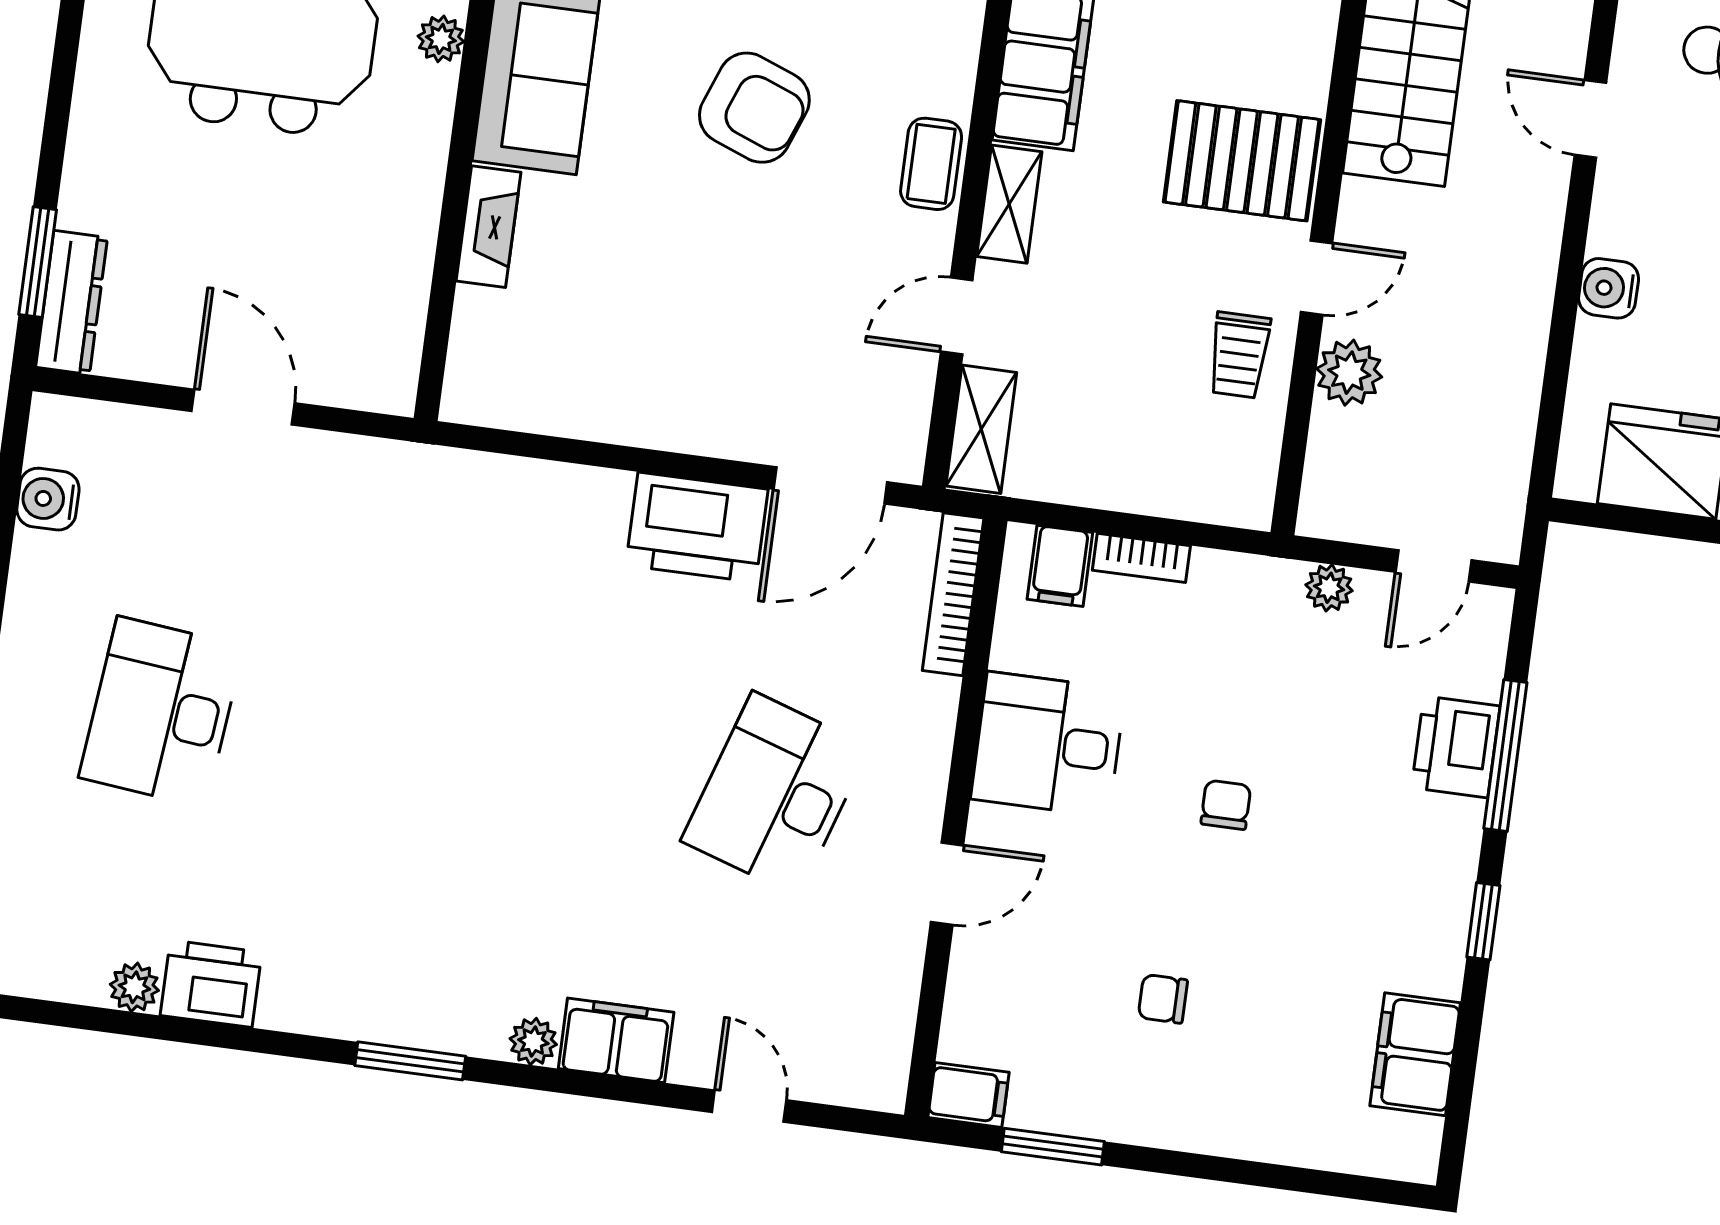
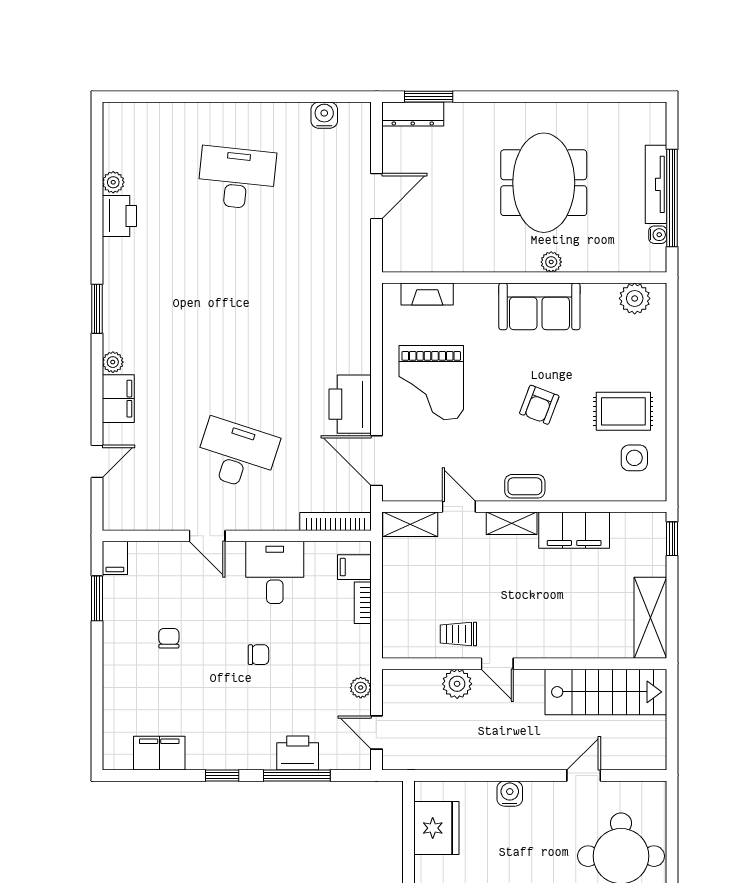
armchair: (754, 108) -> (539, 405), width x0.72, depth x0.72
pallet: (1242, 161) -> (545, 624), removed
fireplace: (488, 227) -> (427, 294), moved
grand piano: (673, 341) -> (431, 383), added

